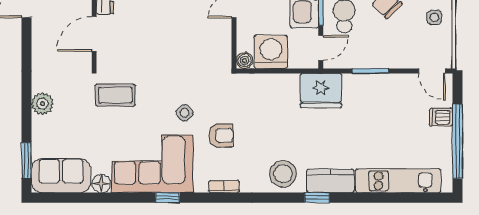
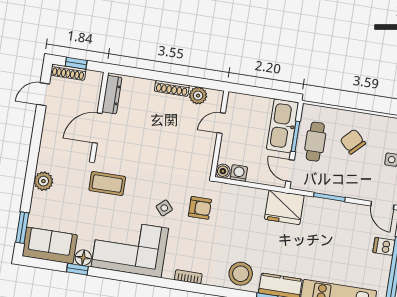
door: (321, 48) -> (290, 171), swing flipped
washing machine: (271, 52) -> (239, 173), width x0.53, depth x0.53
armchair: (221, 135) -> (200, 208), moved
window: (168, 198) -> (77, 269), moved

